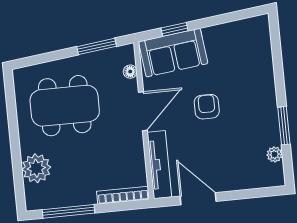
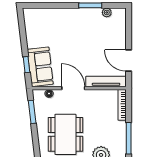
armchair: (207, 107) -> (74, 50), removed
door: (198, 199) -> (129, 61), hinge flipped

